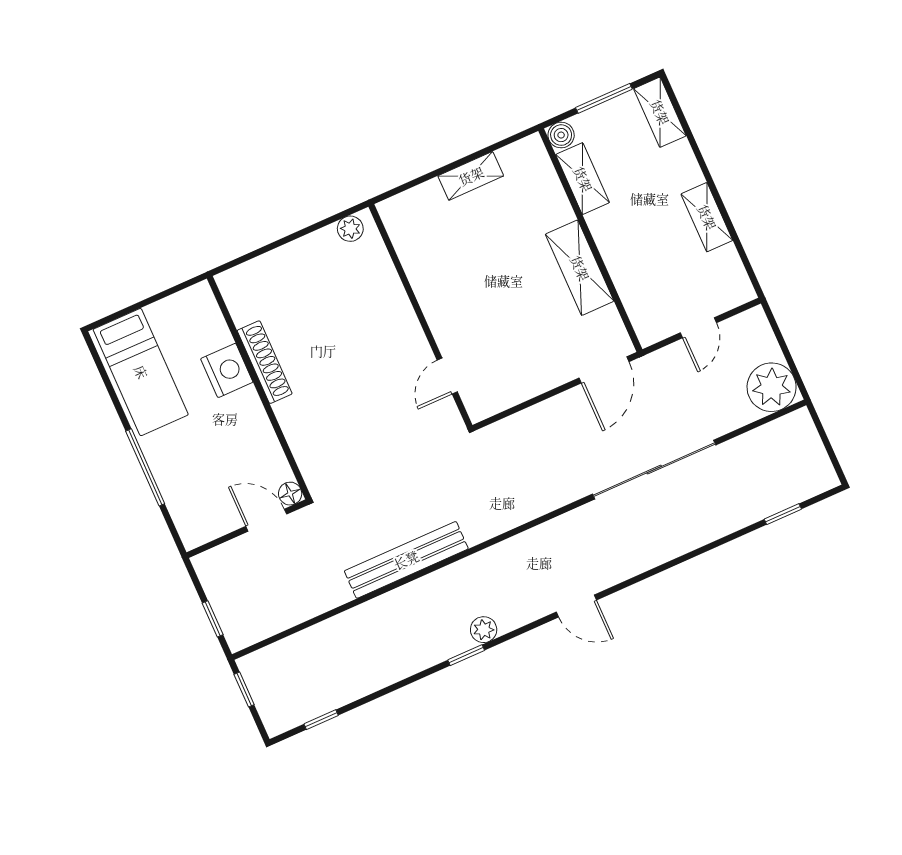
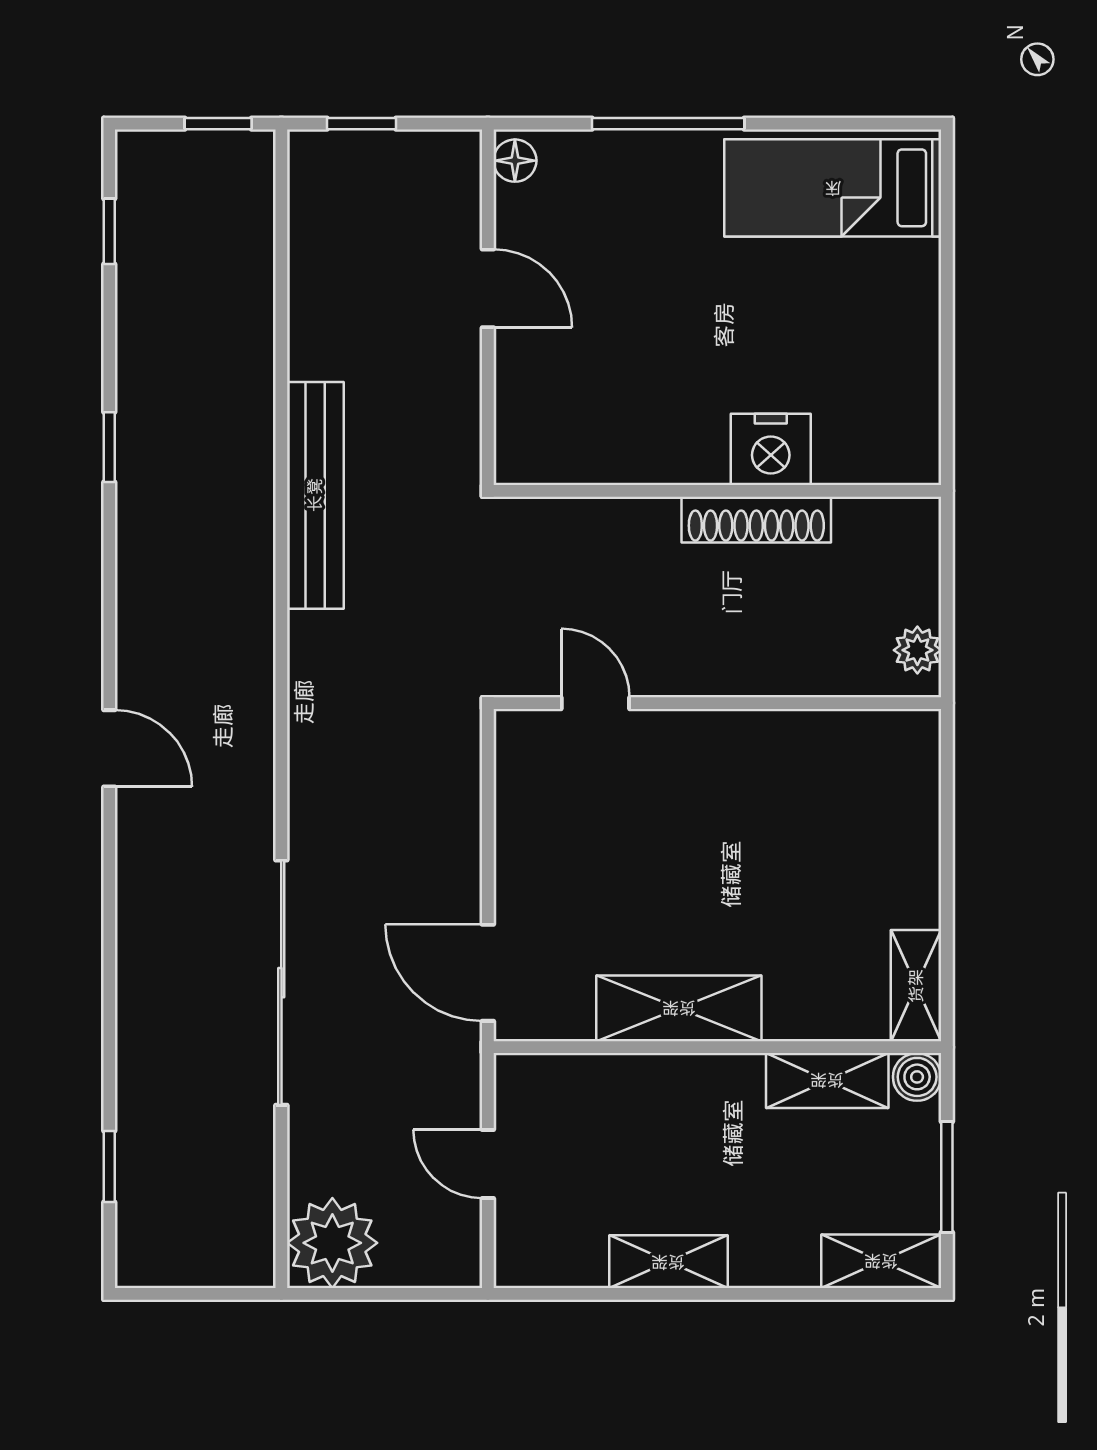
shelving: (471, 176) -> (916, 986), moved
shoe rack: (265, 362) -> (756, 520), moved
nightstand: (227, 370) -> (771, 449), moved
wall: (259, 388) -> (717, 491), moved
floor lamp: (290, 494) -> (515, 161), moved
door: (266, 520) -> (488, 288), hinge flipped
door: (576, 606) -> (109, 748), swing flipped
plant: (484, 630) -> (139, 574), removed
window: (466, 655) -> (109, 447), moved

